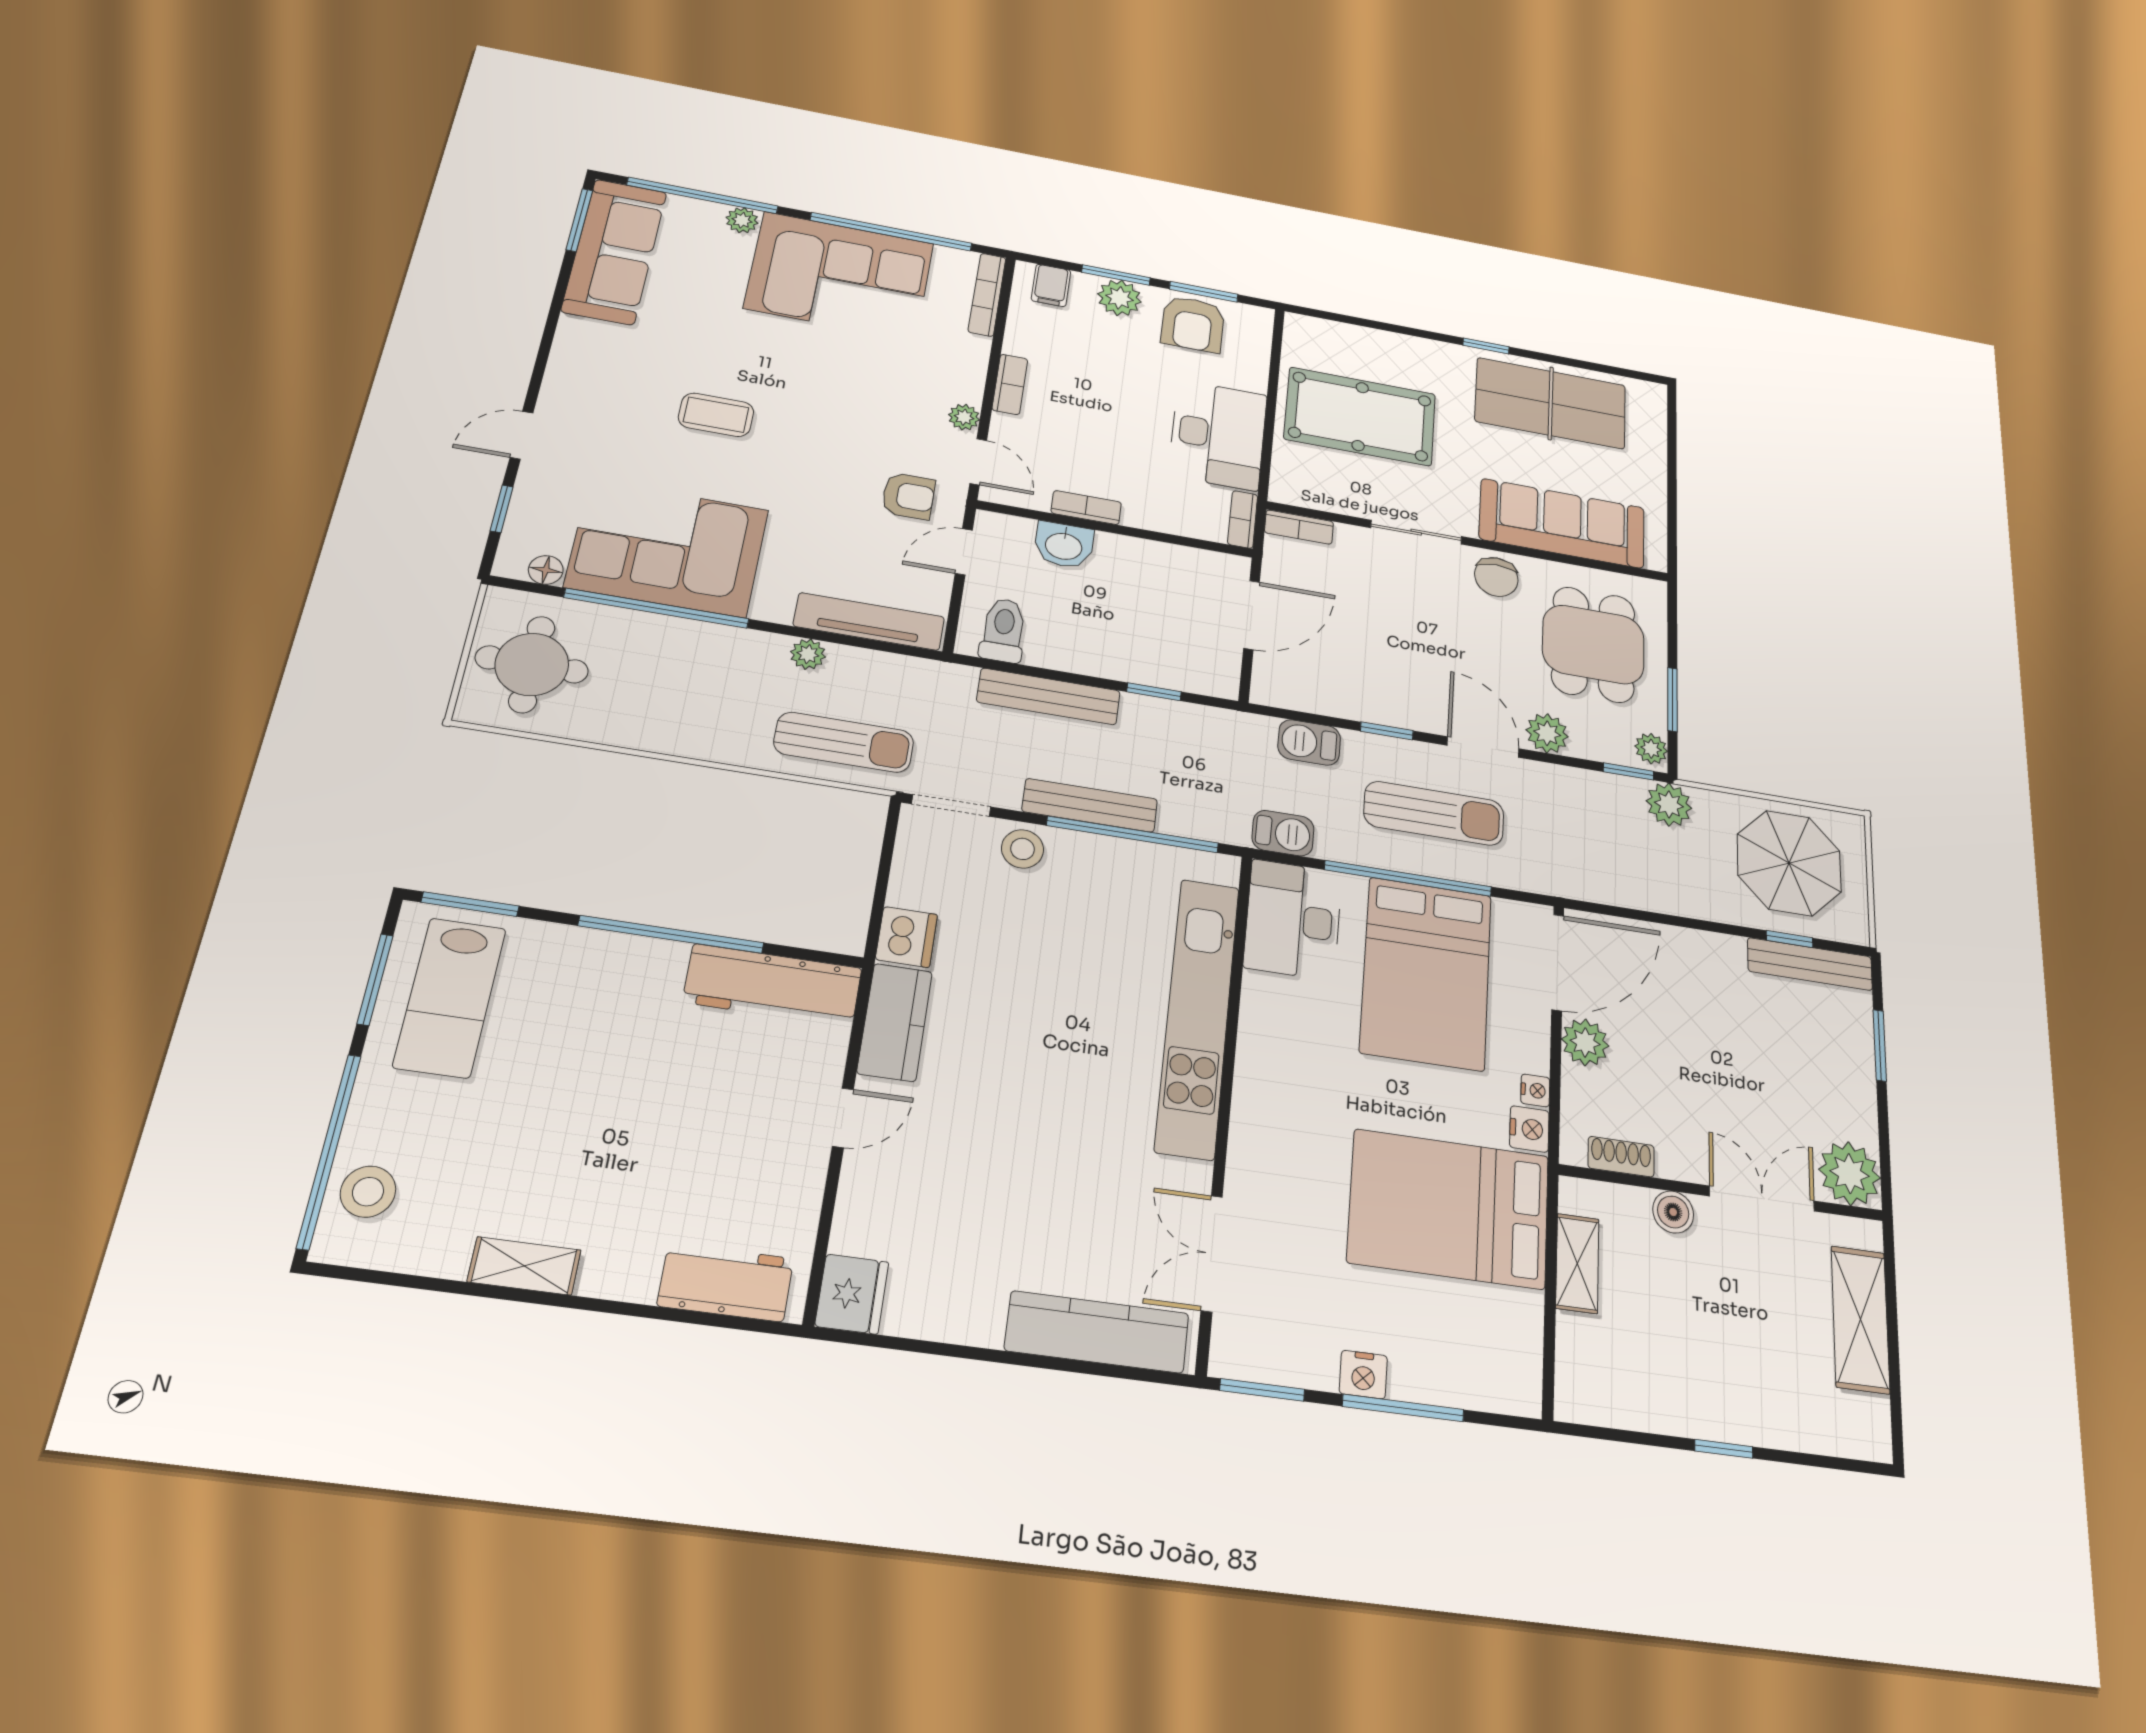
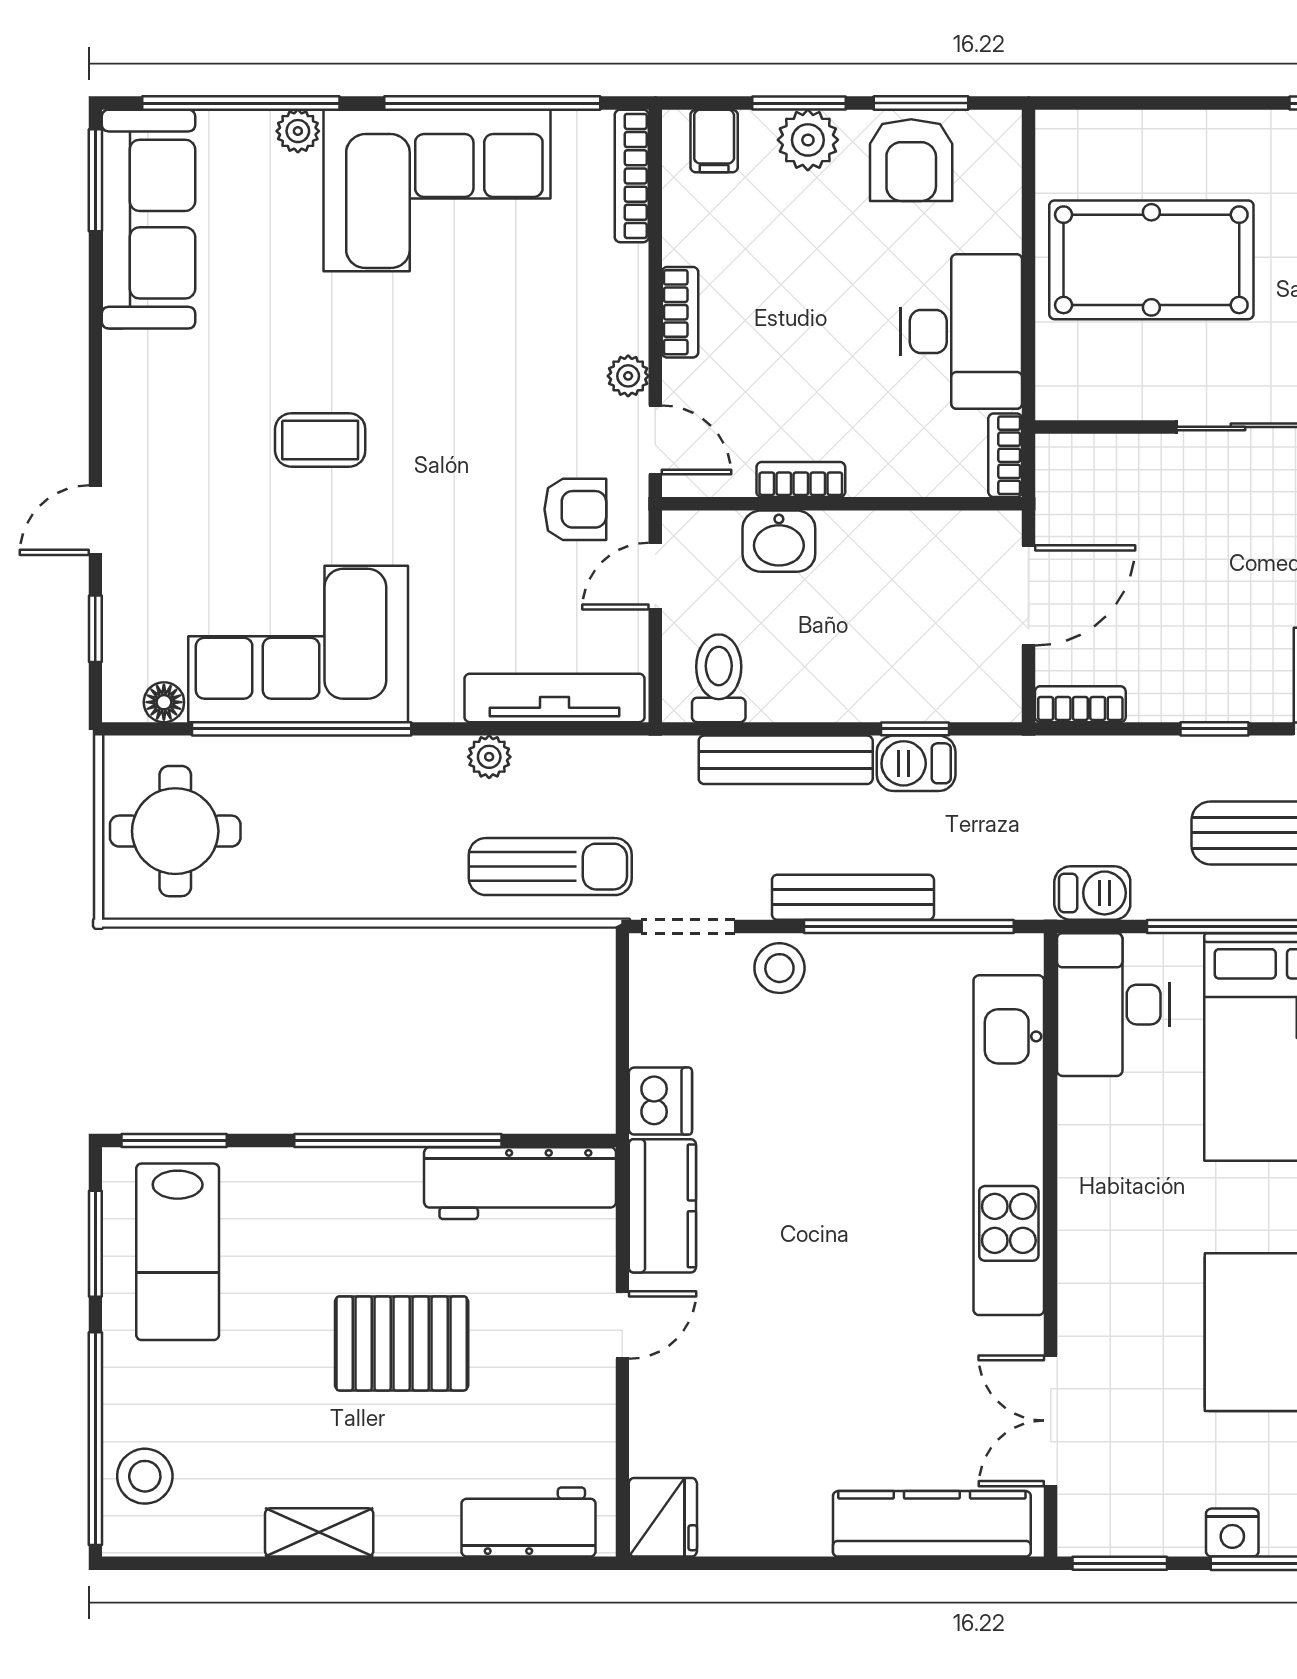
bookcase: (1299, 527) -> (1080, 704), moved, turned 180
barbecue: (1309, 742) -> (916, 763), moved
pallet: (639, 1106) -> (402, 1343), added

